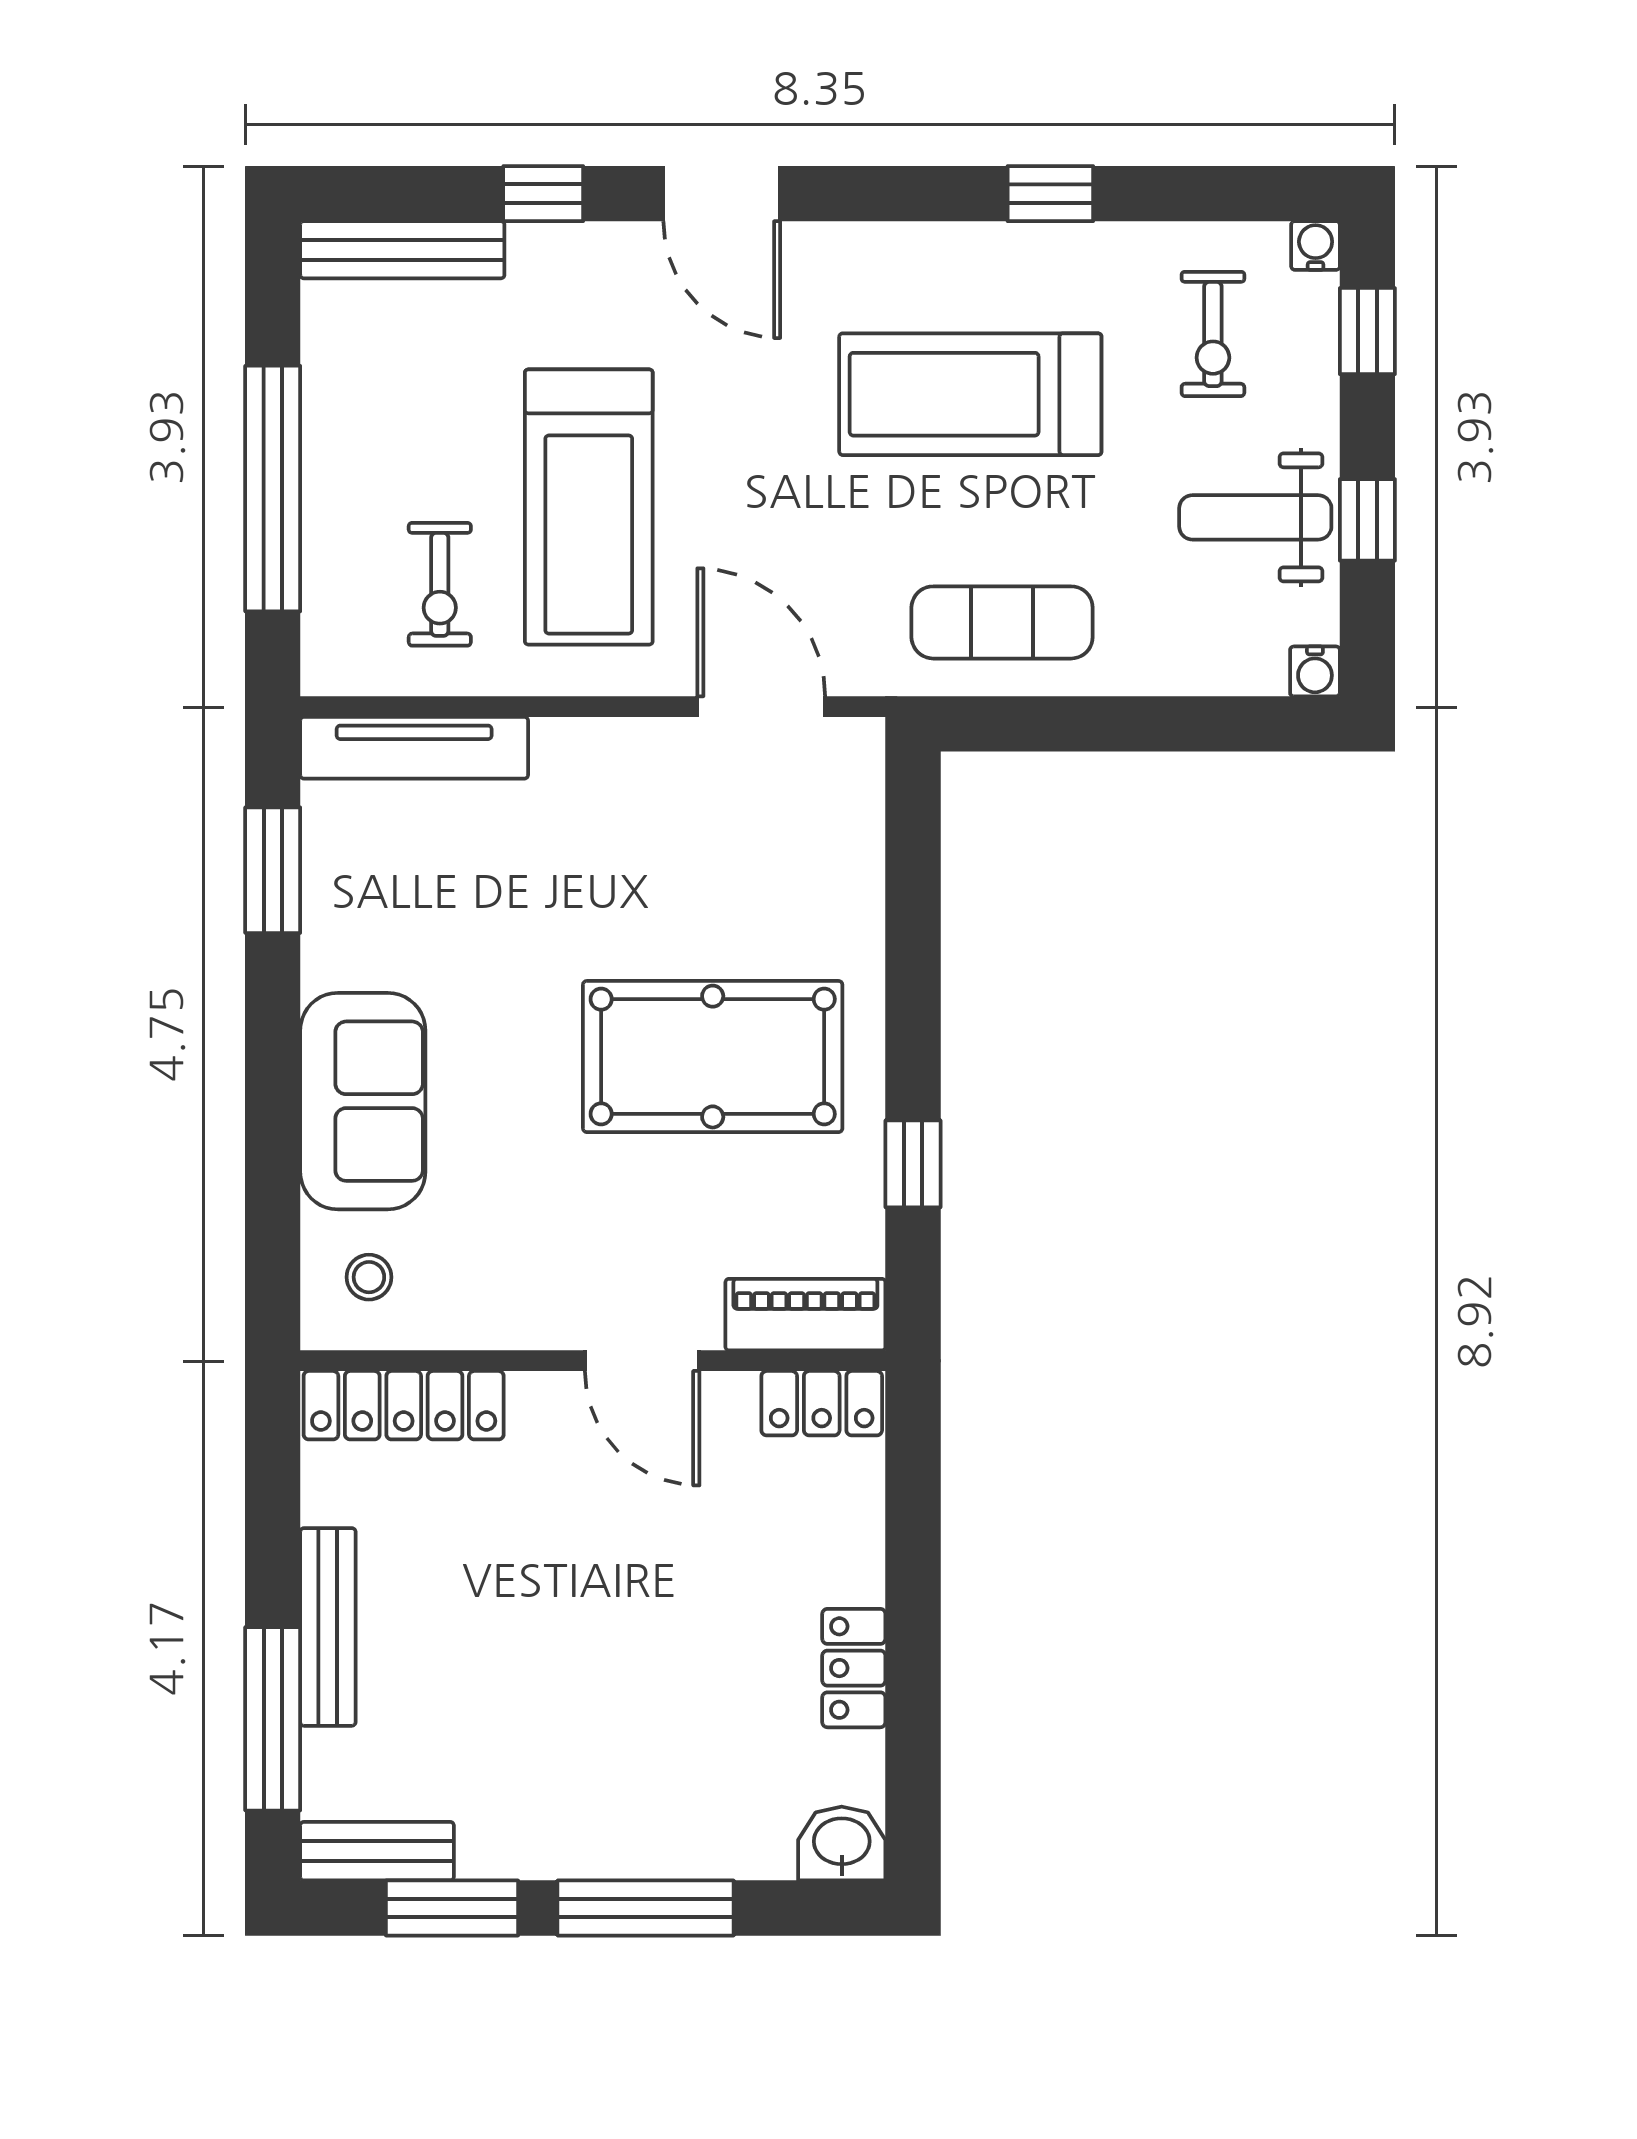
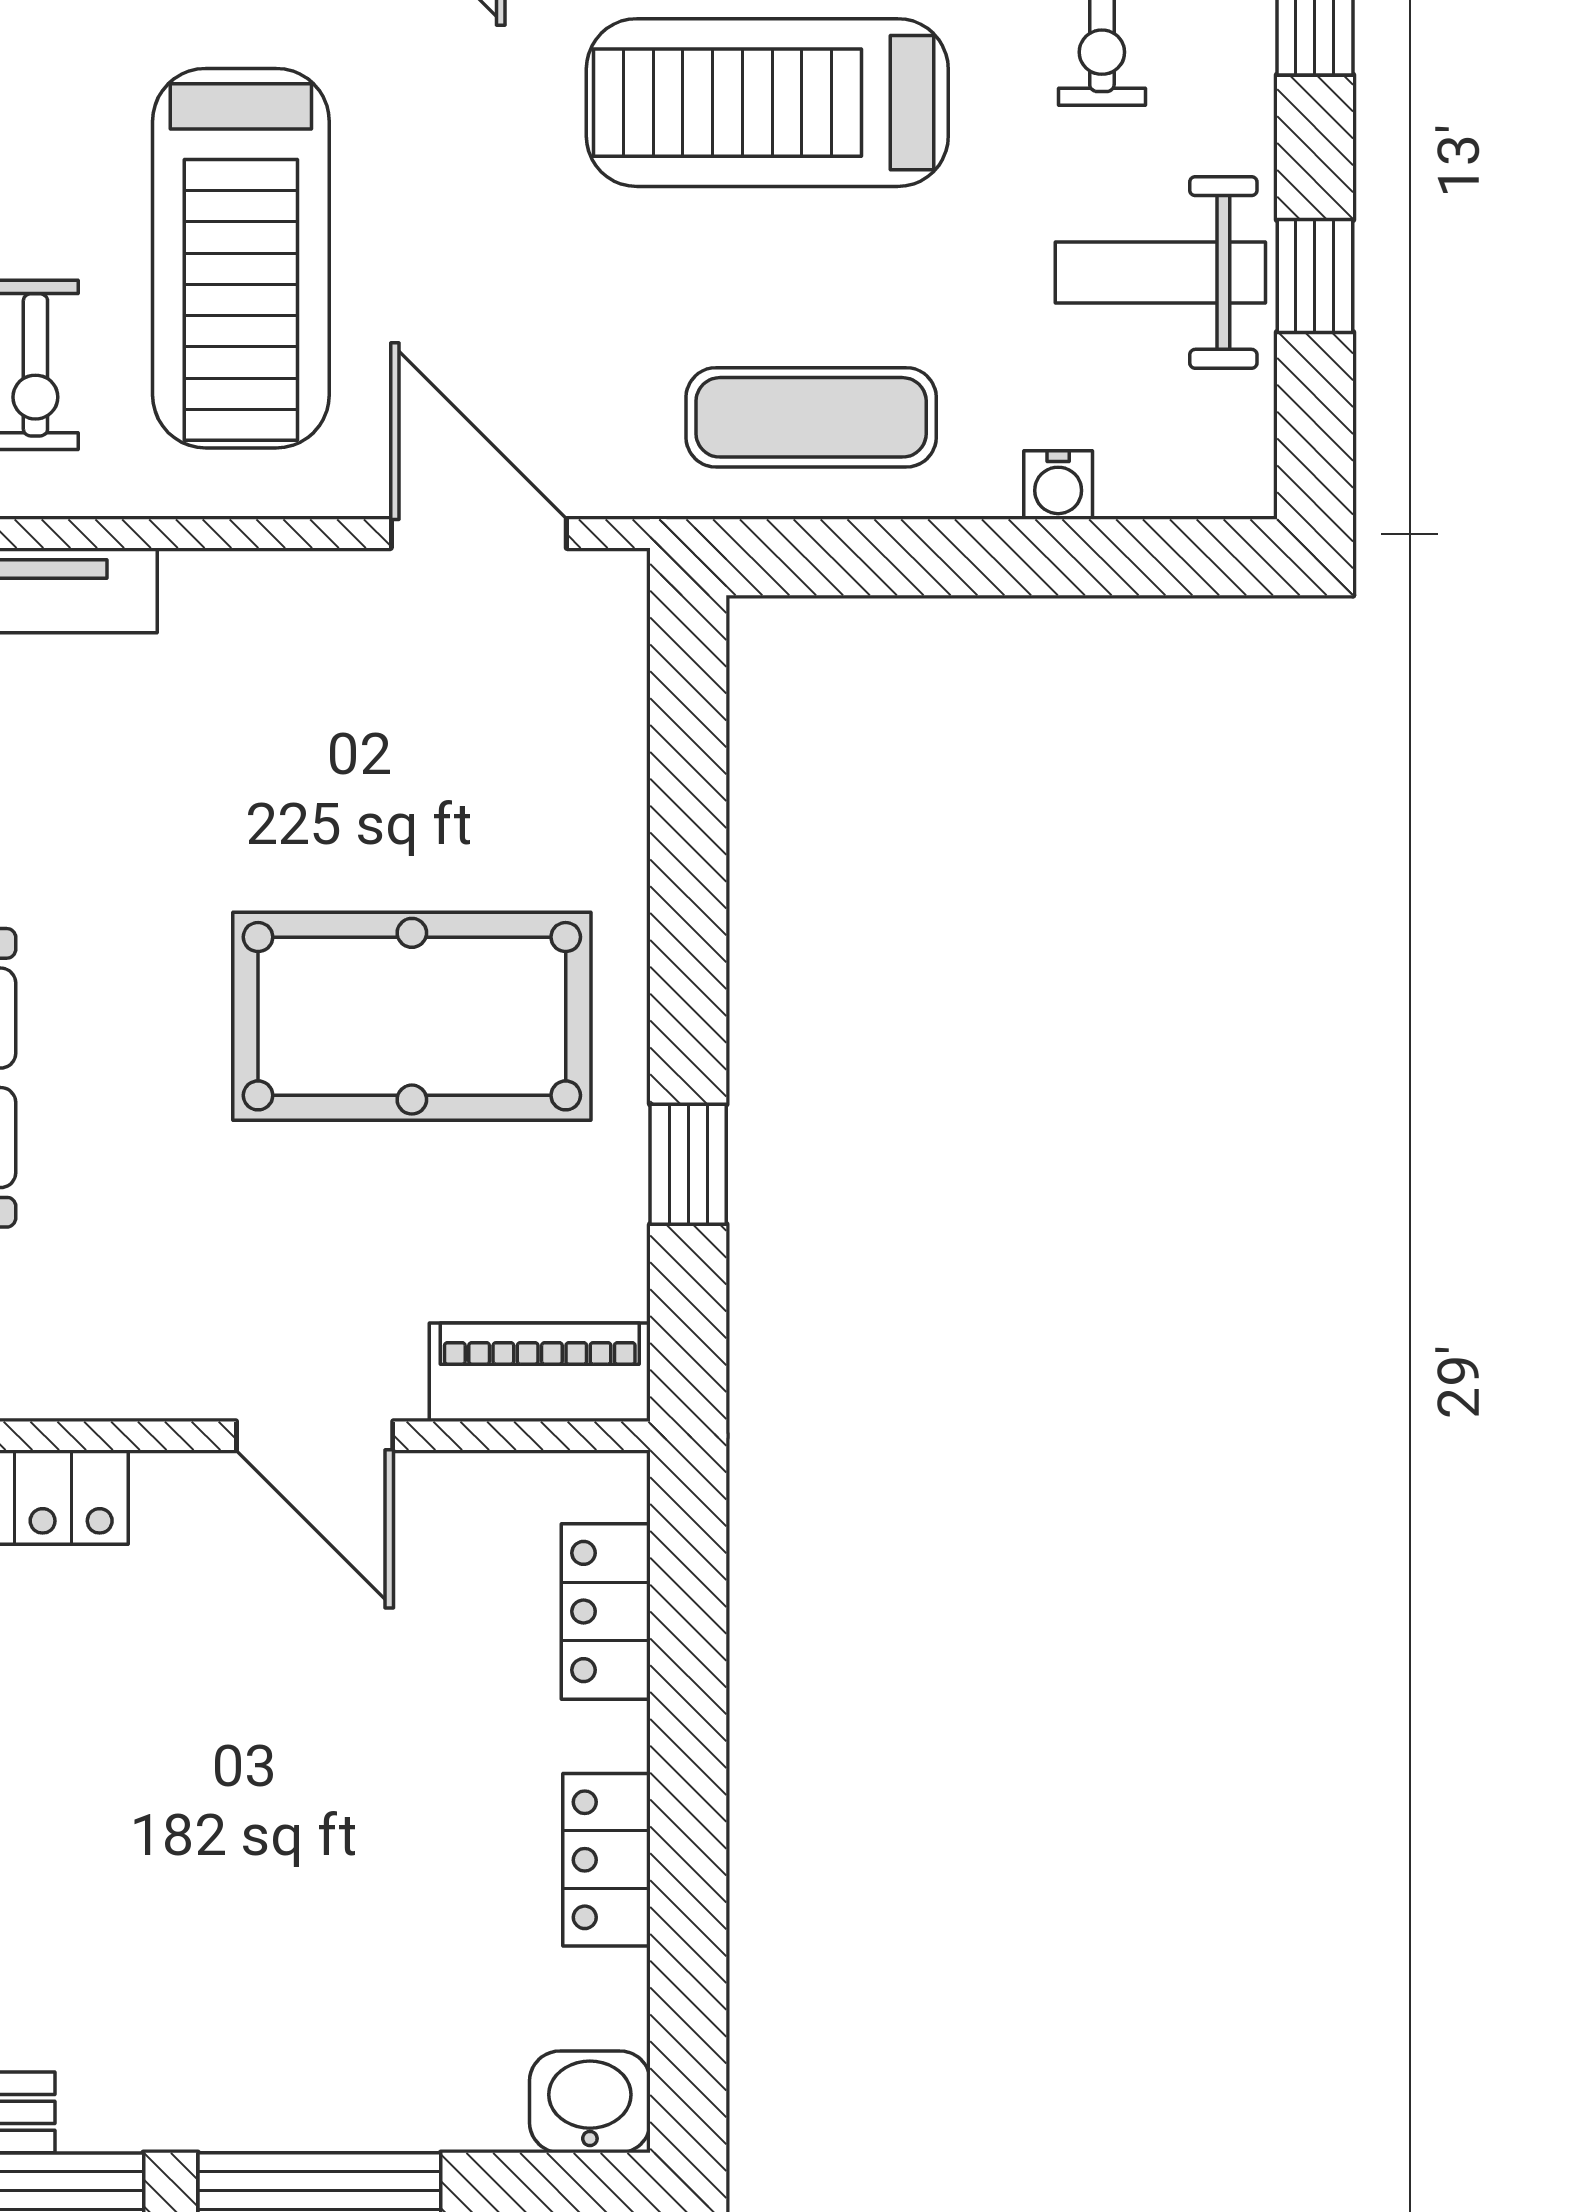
water cooler: (1315, 671) -> (1058, 485), moved
locker: (822, 1403) -> (606, 1611), moved, turned 90

